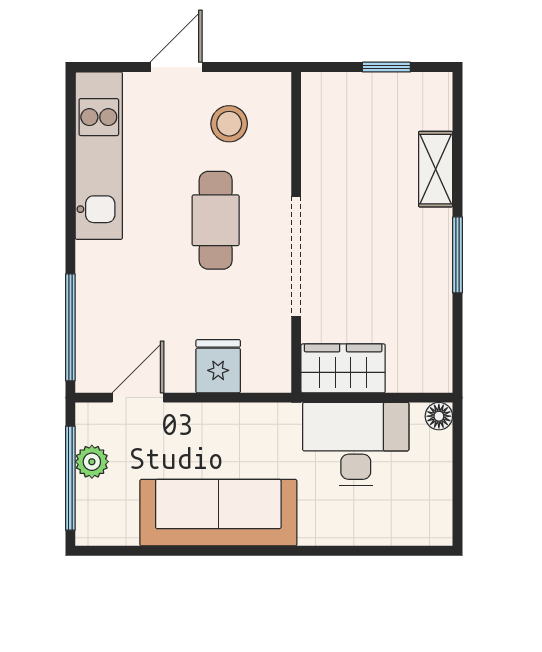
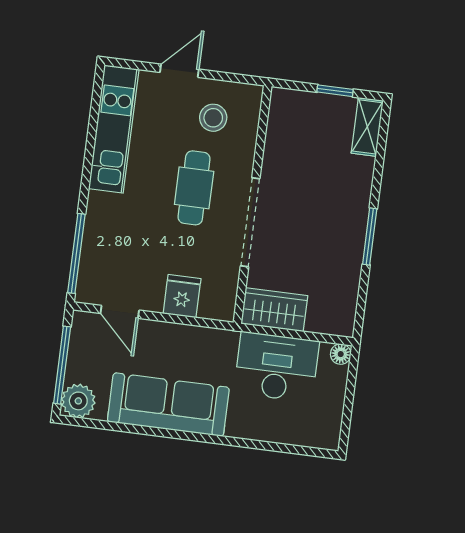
shelving: (436, 169) -> (367, 127), moved
door: (138, 398) -> (120, 312), swing flipped
plant: (92, 462) -> (78, 401), moved, width x1.38, depth x1.38

